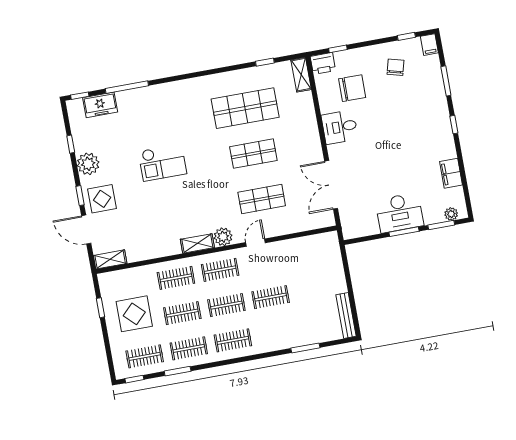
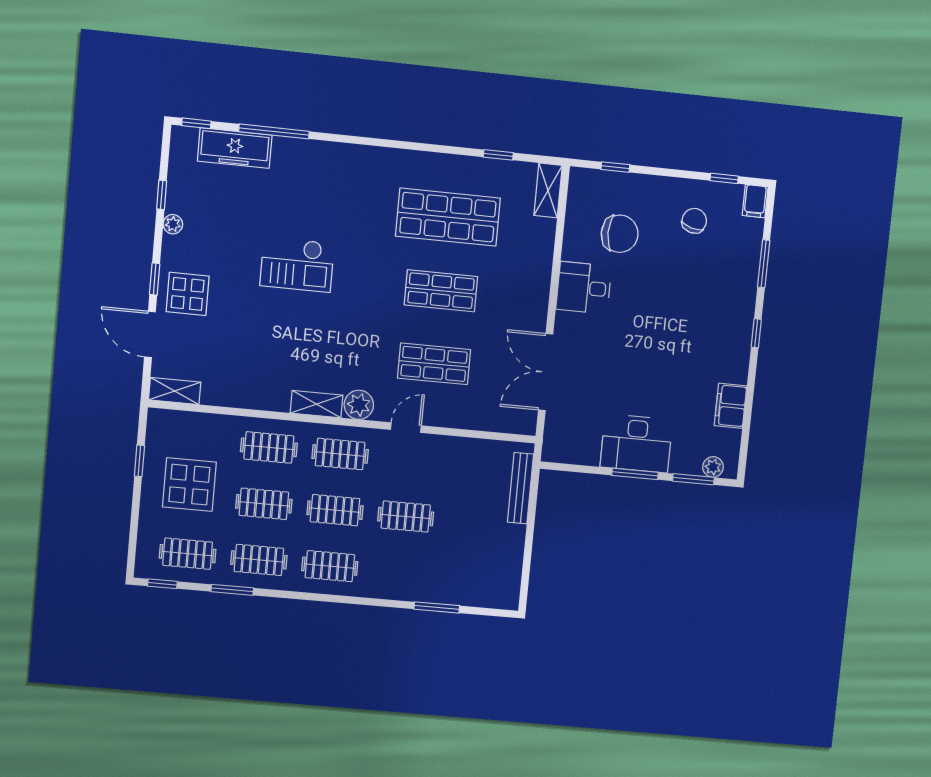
printer: (323, 63) -> (586, 183), removed
freezer: (100, 105) -> (235, 148), width x1.40
plant: (88, 164) -> (173, 224), width x0.53, depth x0.53
bench: (346, 315) -> (521, 488), moved

